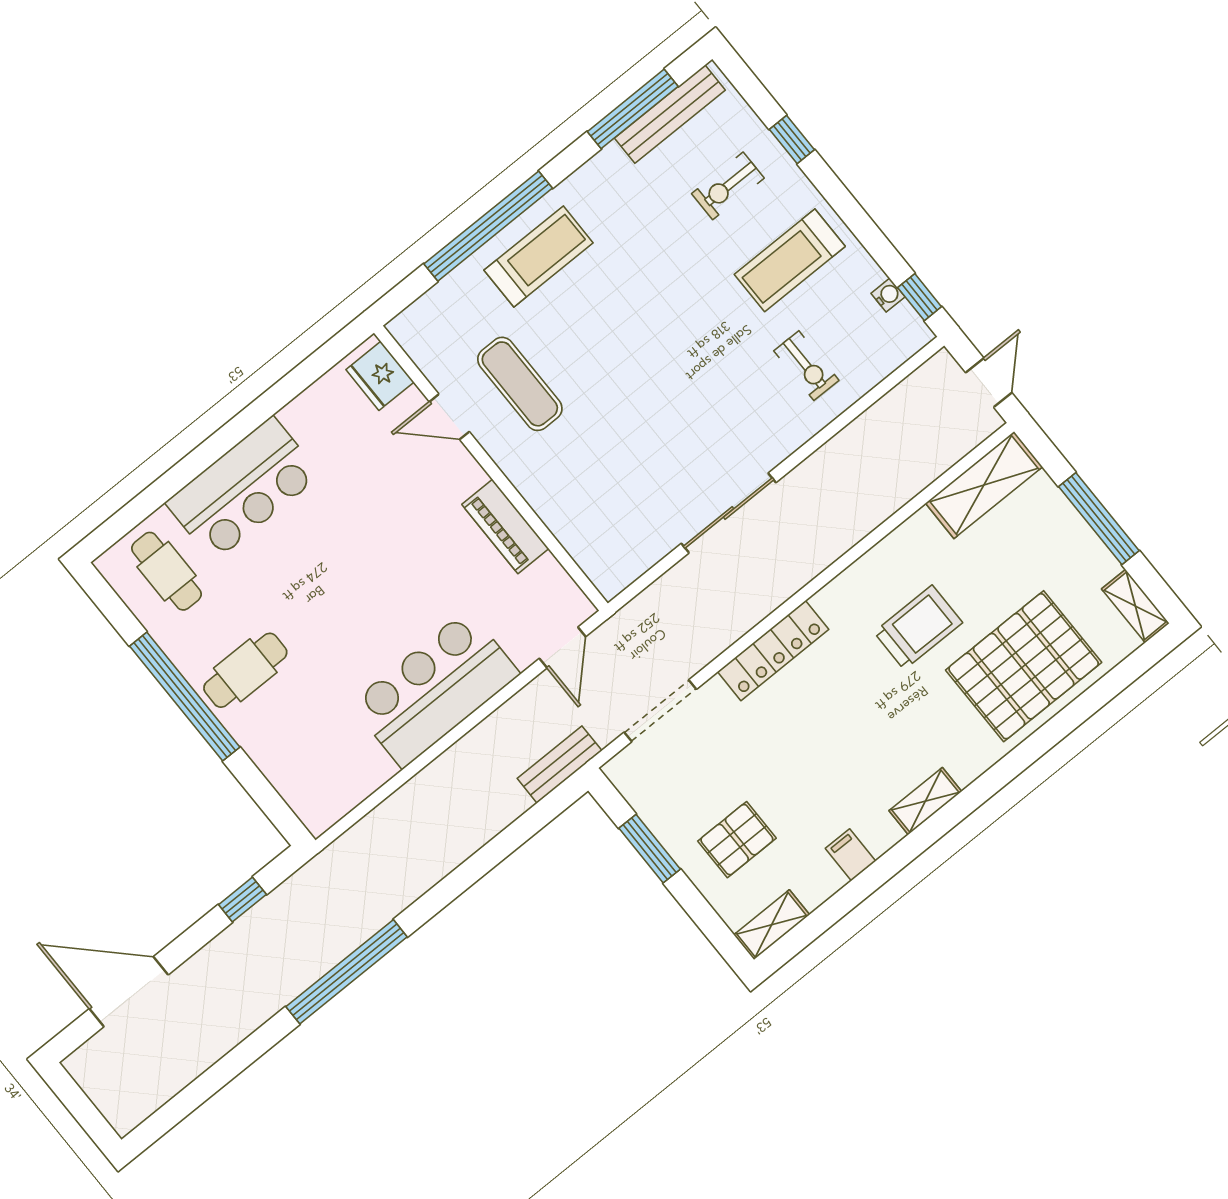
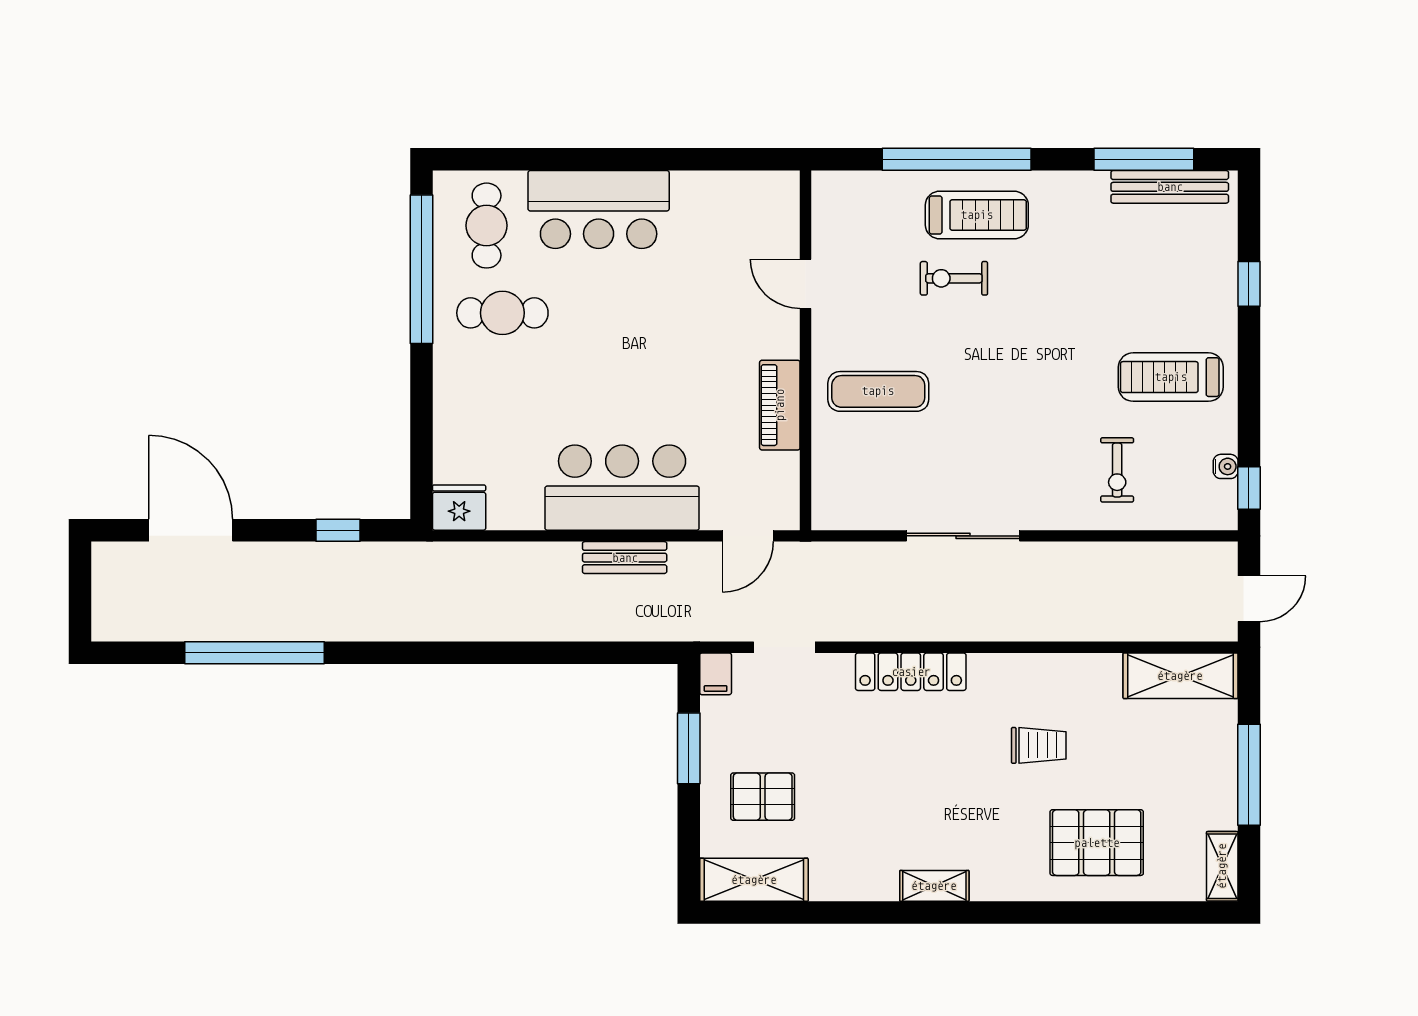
exercise bike: (728, 186) -> (954, 278), moved
fridge: (380, 376) -> (459, 508), moved, turned 90
exercise mat: (520, 384) -> (878, 391), moved, turned 90
trolley: (918, 627) -> (1039, 745), width x0.73, depth x0.72
pallet: (1024, 666) -> (1097, 843), width x0.73, depth x0.71
cafe table: (245, 670) -> (502, 313), moved
window: (185, 697) -> (421, 269), moved
doorway: (660, 711) -> (784, 647), width x0.73
bench: (560, 765) -> (625, 558), moved
filing cabinet: (850, 855) -> (716, 674), moved, turned 180
shelving: (772, 925) -> (754, 880), width x1.50, depth x1.33
window: (347, 972) -> (254, 653), moved

